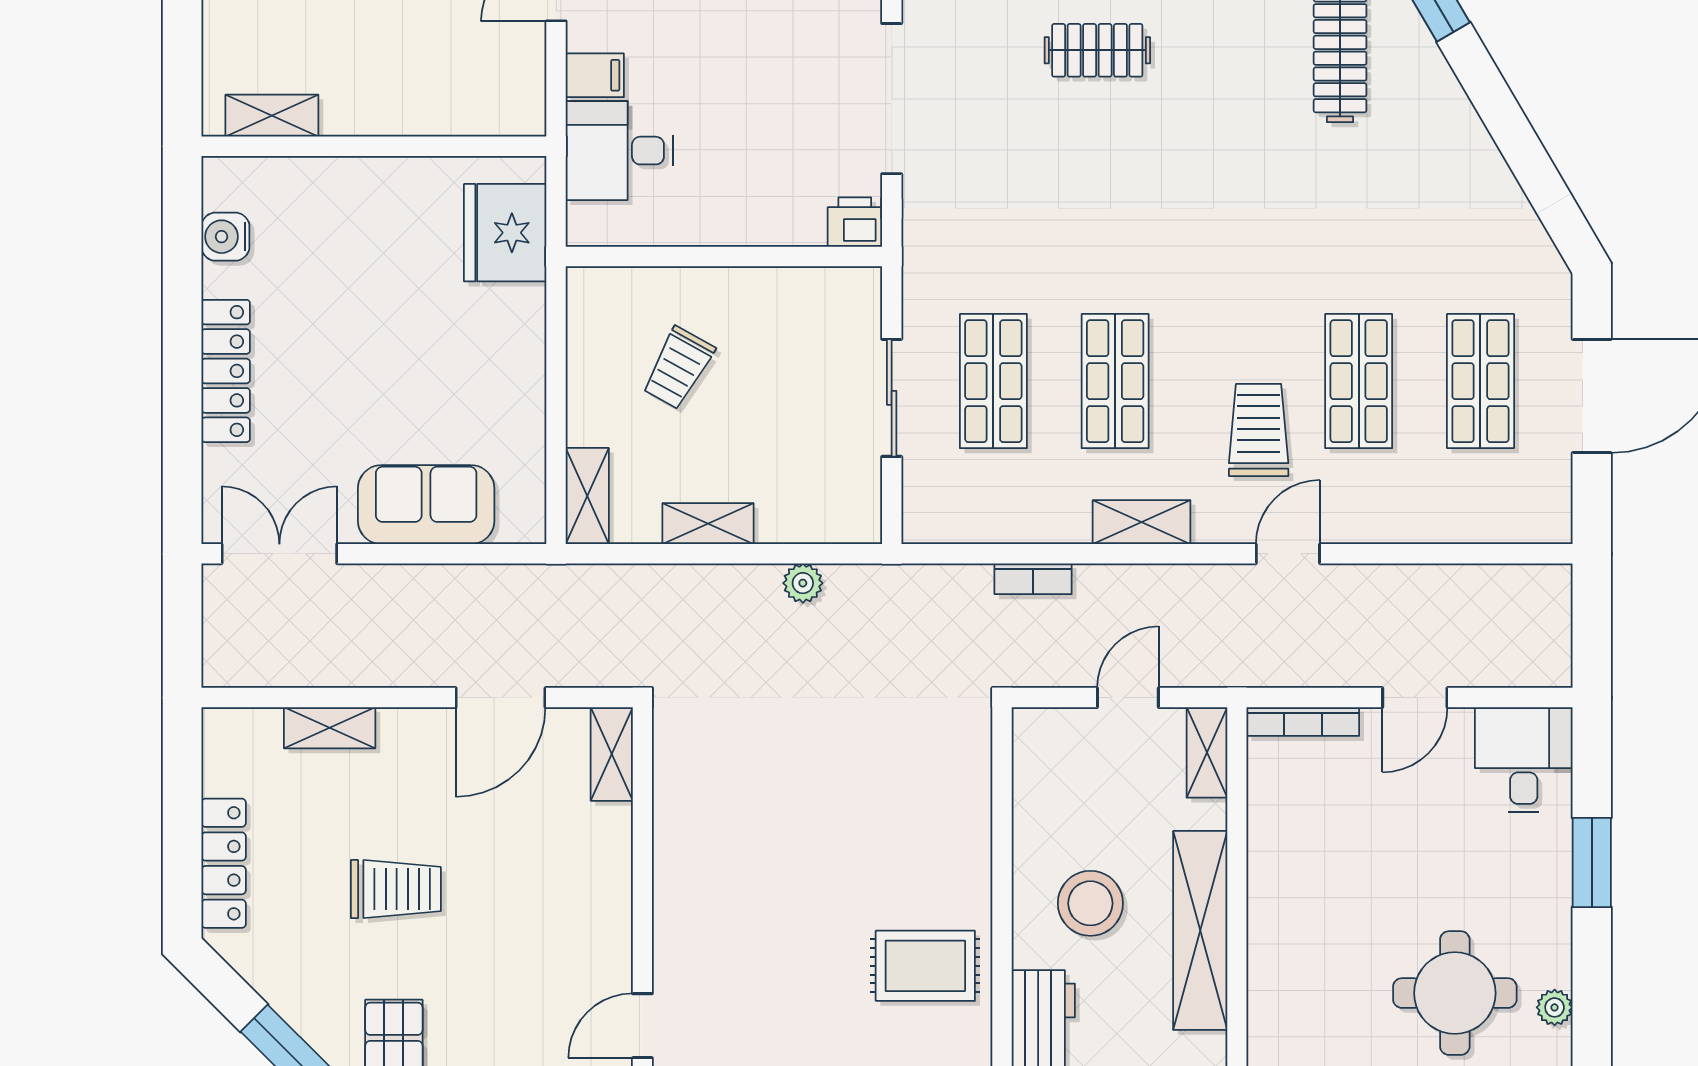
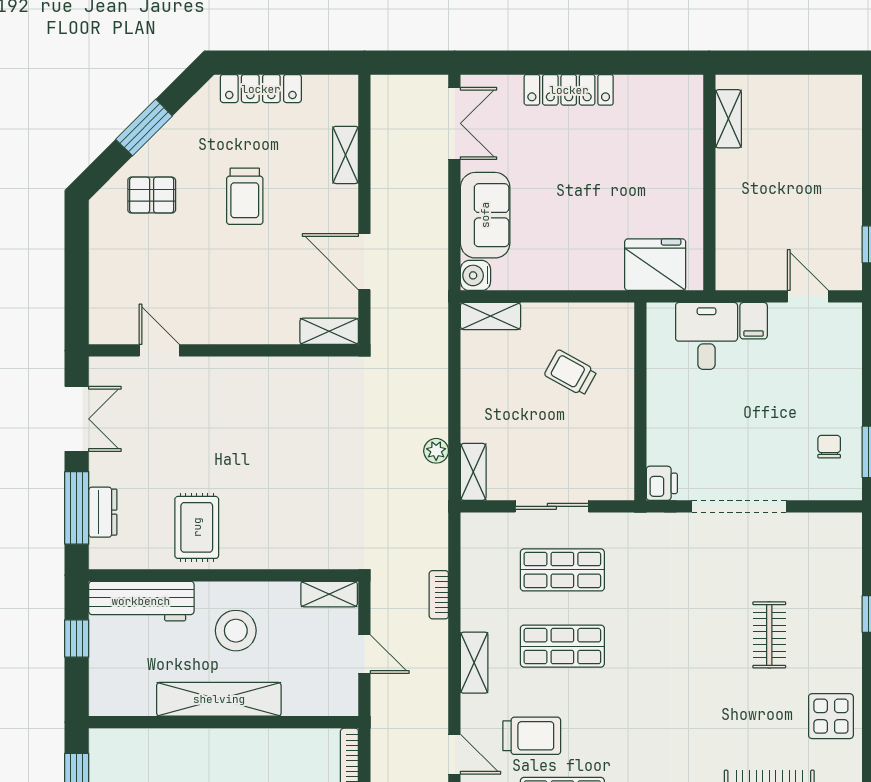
water cooler: (225, 237) -> (475, 275), moved, turned -90
shelving: (708, 524) -> (473, 472), moved
shelving: (1207, 752) -> (329, 594), moved

